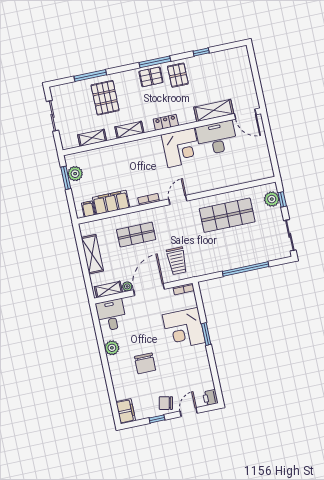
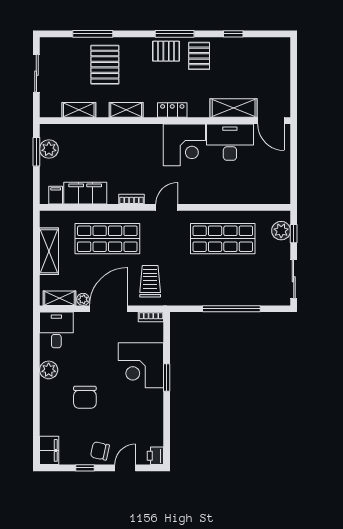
shop shelf: (136, 235) -> (107, 239), width x1.43, depth x1.36
trolley: (177, 261) -> (150, 281), turned 180

